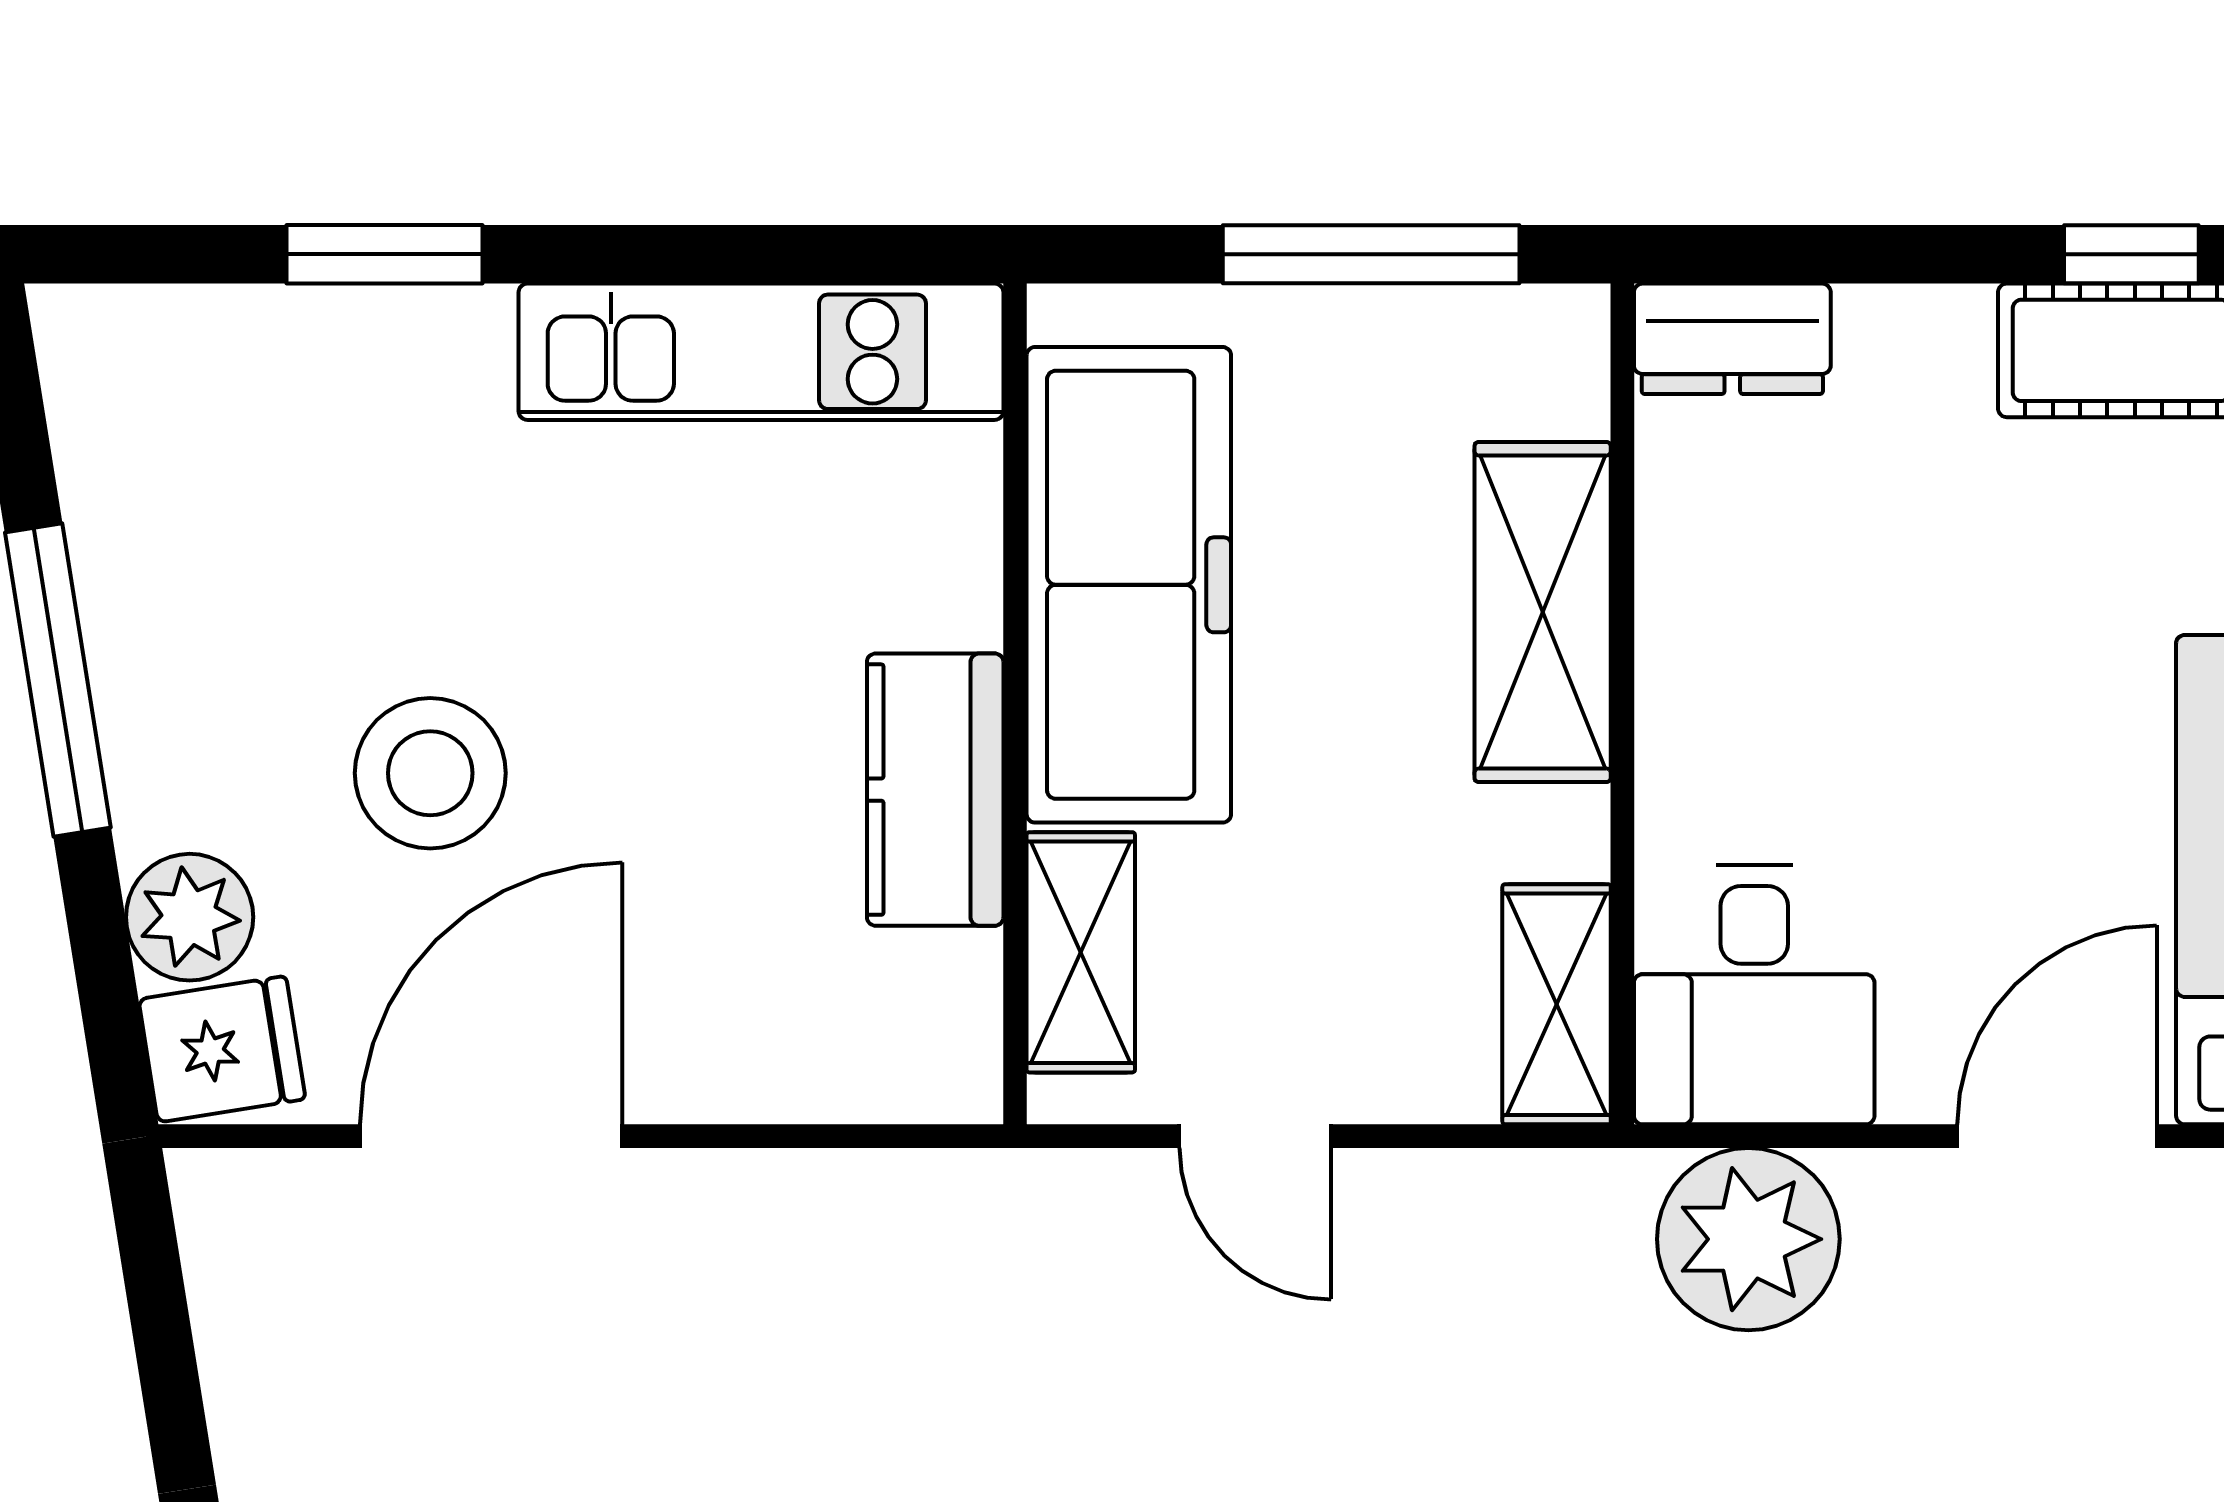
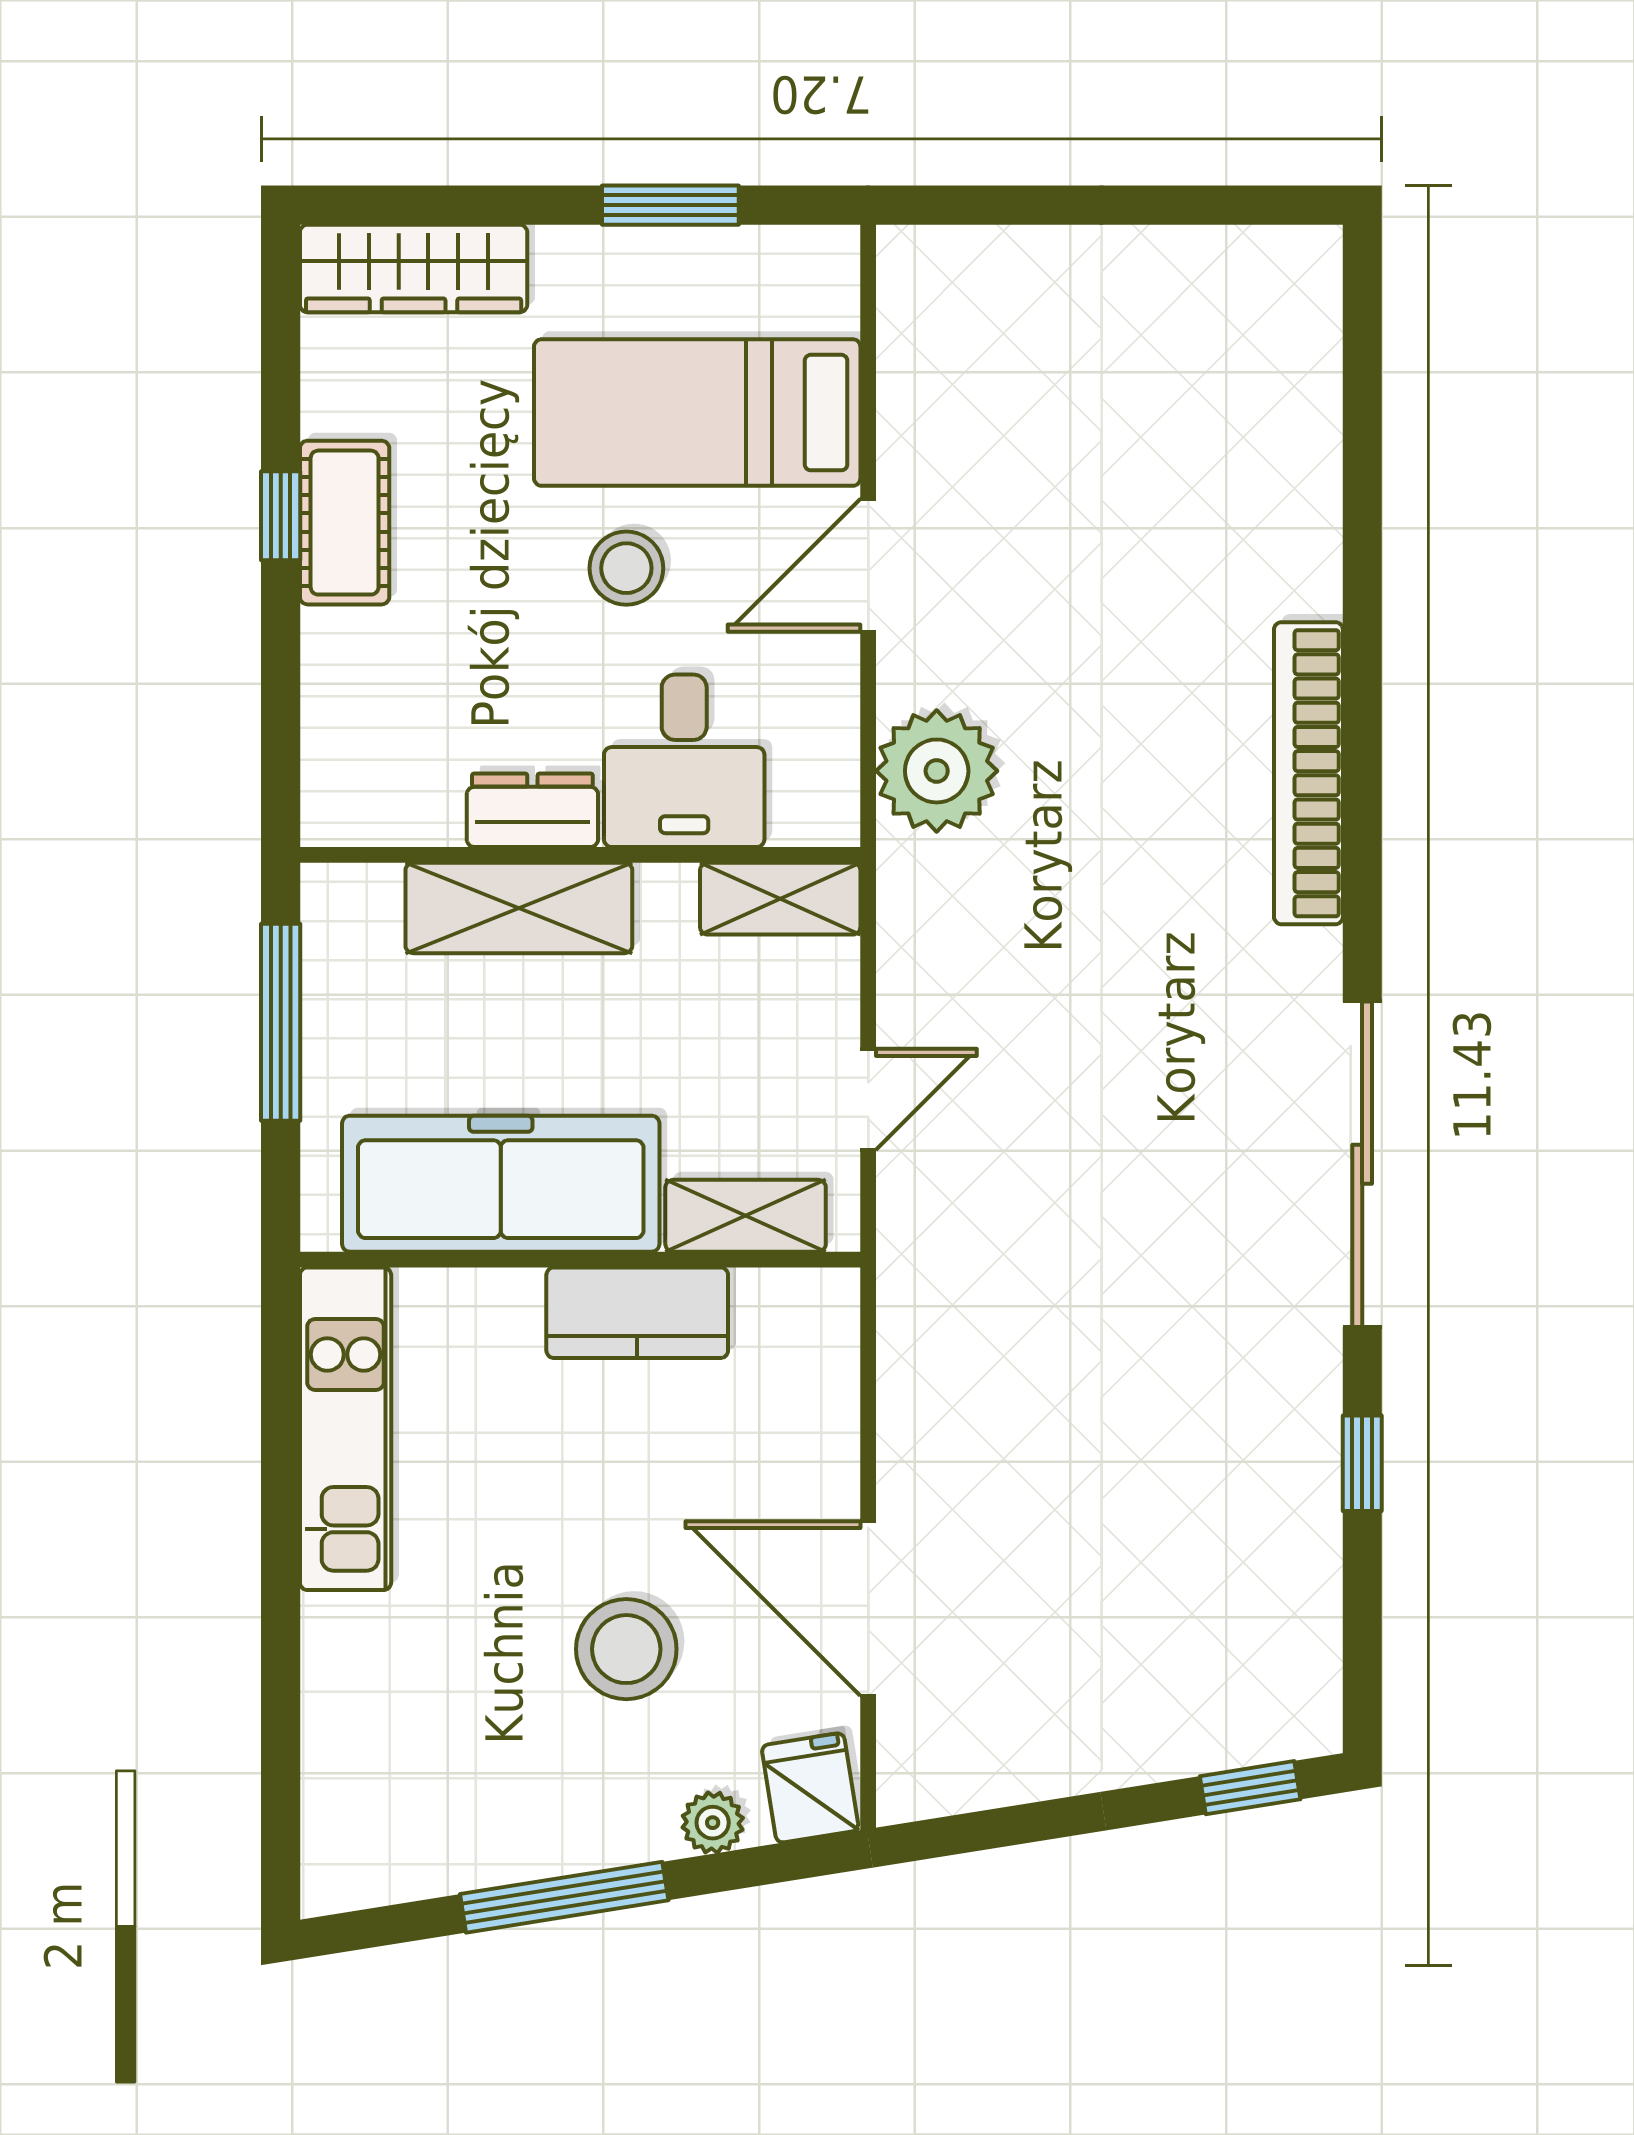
window: (385, 254) -> (281, 1680), removed
dresser: (1732, 339) -> (532, 810), moved, turned -90
stool: (2053, 773) -> (626, 568), added
plant: (190, 917) -> (713, 1823), width x0.73, depth x0.73
desk: (1754, 995) -> (684, 761), moved, turned 90
door: (2057, 1136) -> (868, 565), hinge flipped

